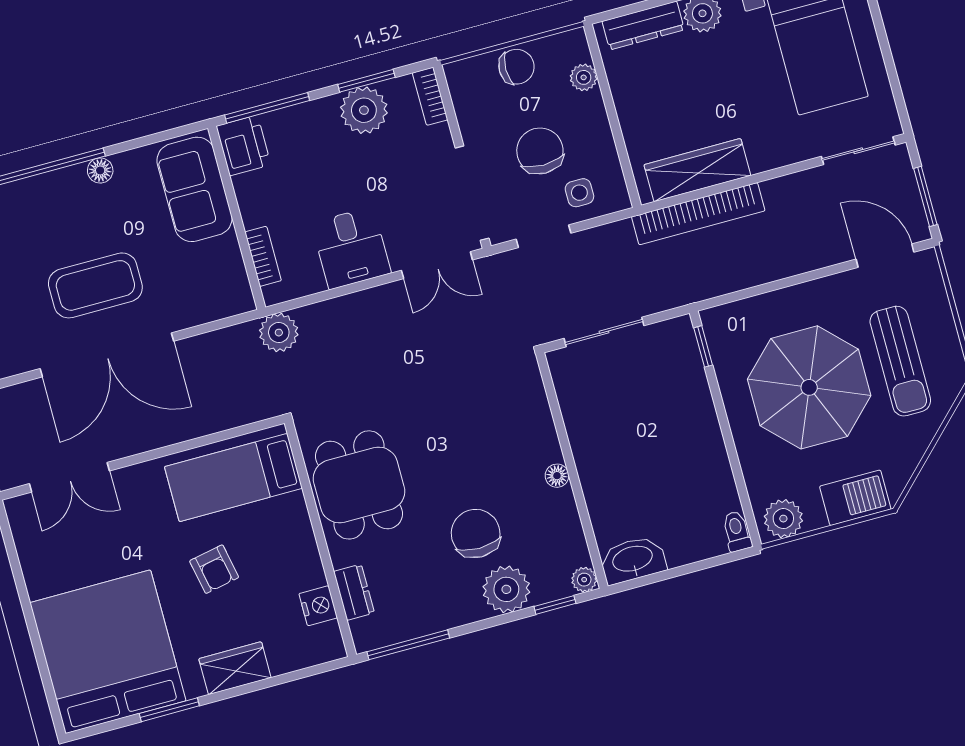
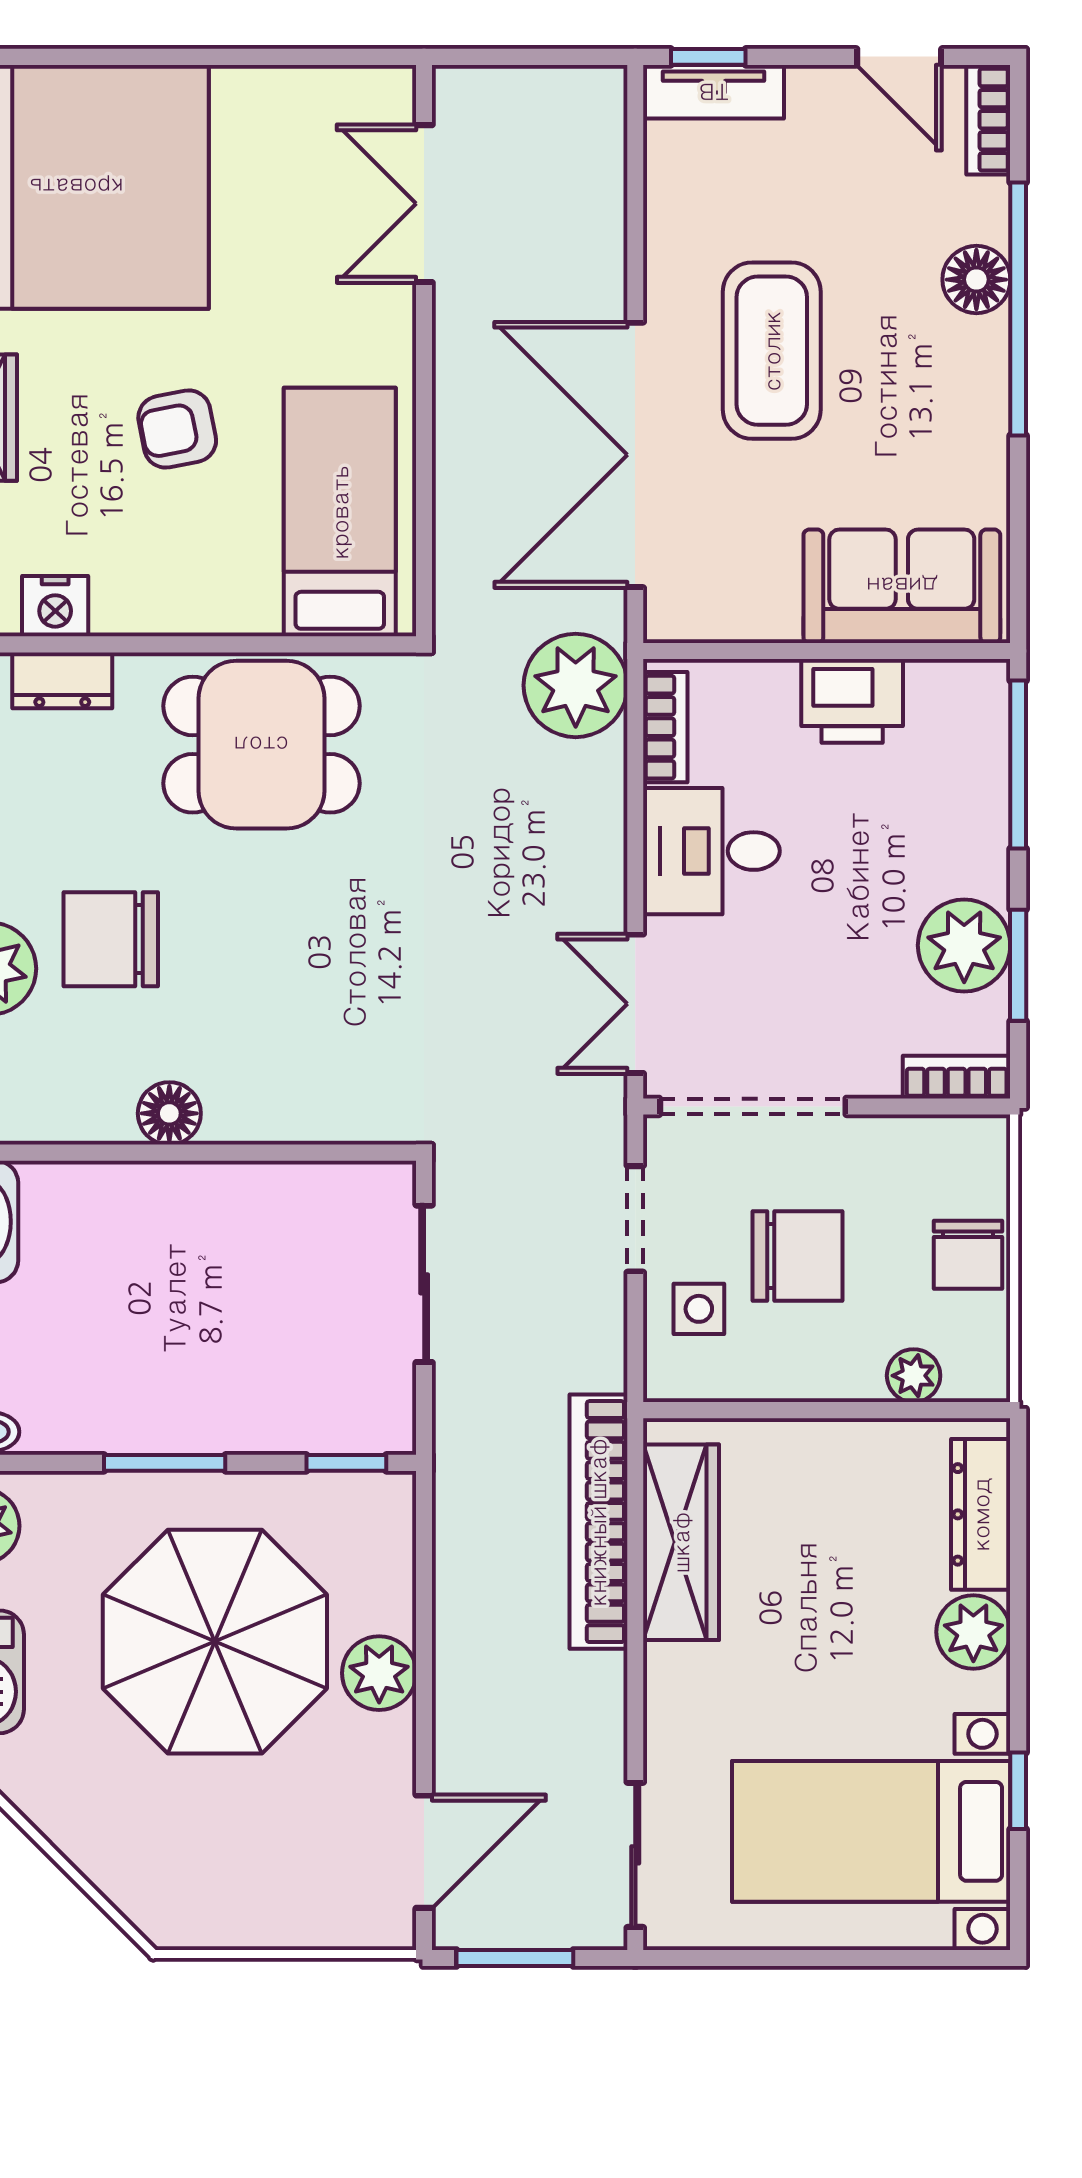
printer: (243, 145) -> (852, 701), moved
floor lamp: (100, 170) -> (976, 280), moved, width x1.37, depth x1.37
bookcase: (263, 256) -> (665, 727), moved, turned -90
plant: (803, 302) -> (379, 1673), added
plant: (279, 333) -> (576, 685), width x1.36, depth x1.36
double door: (107, 355) -> (635, 455), moved
sun lounger: (900, 361) -> (218, 1826), removed
window: (728, 436) -> (165, 1463), added
floor lamp: (557, 476) -> (169, 1113), width x1.37, depth x1.37
chair: (476, 533) -> (111, 939), turned 180

